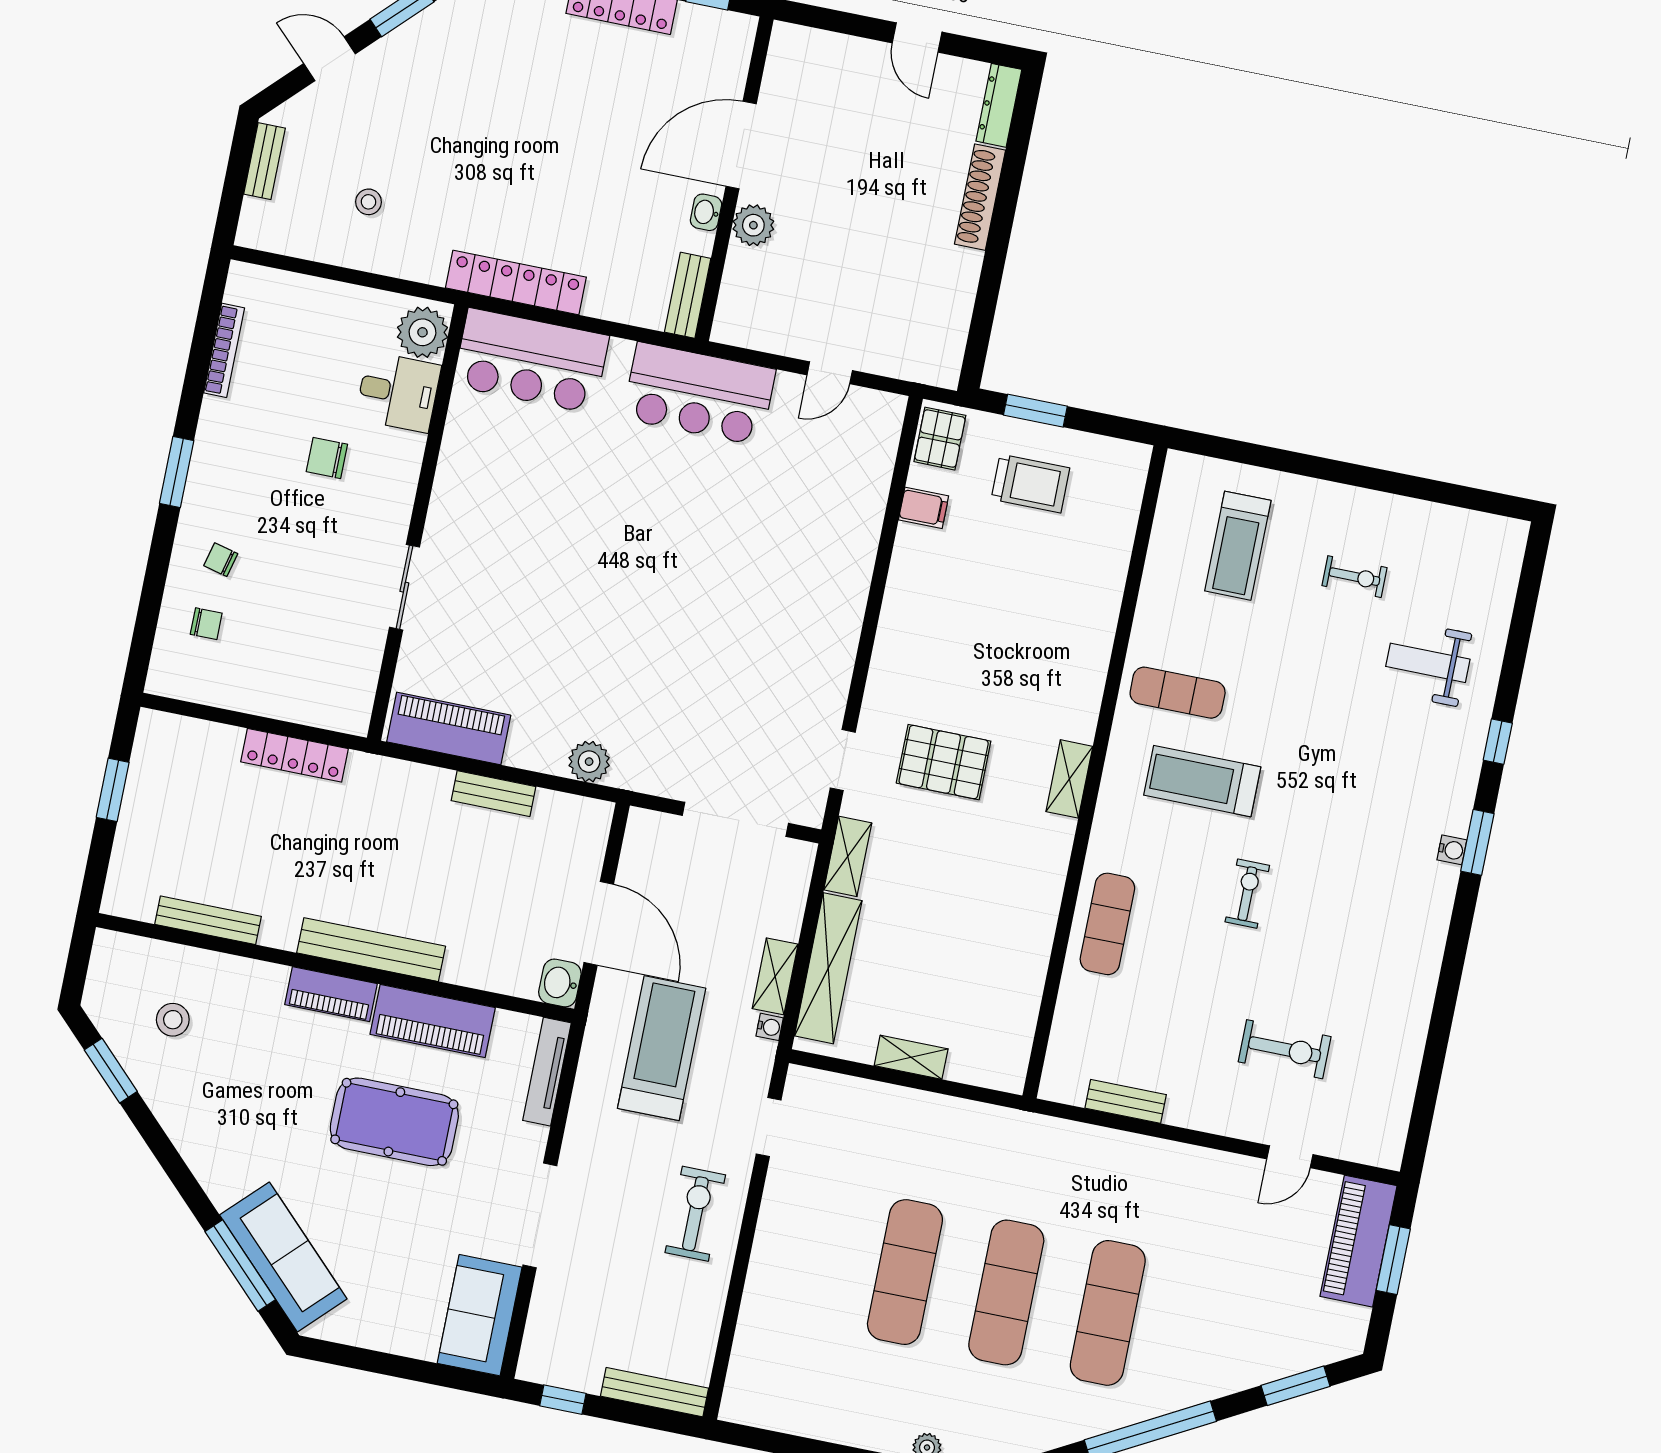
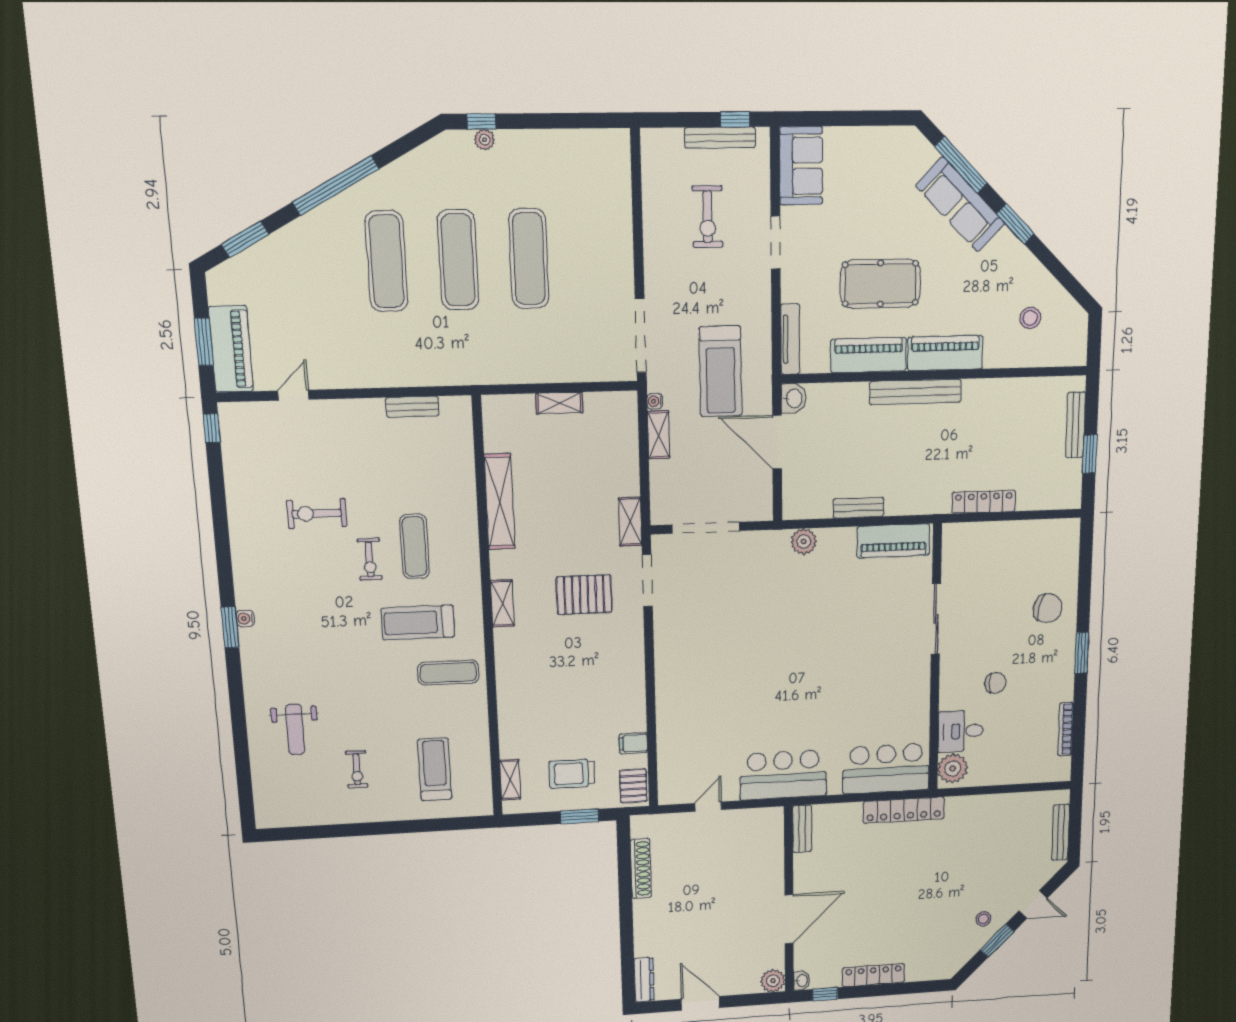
door: (917, 37) -> (700, 1003), width x1.38
bench: (265, 161) -> (1061, 832), width x1.36
shoe rack: (980, 197) -> (641, 869), moved
stool: (368, 202) -> (983, 919), moved
washbasin: (706, 212) -> (802, 981), moved
plant: (753, 225) -> (773, 981), moved
shelving: (1127, 499) -> (510, 780), added
chair: (221, 560) -> (1048, 608), width x1.87, depth x1.87
exercise bike: (1354, 577) -> (357, 769), turned -90
sliding door: (404, 587) -> (936, 619), width x1.37
chair: (206, 624) -> (1050, 568), removed
weight bench: (1428, 663) -> (295, 729), turned 90
window: (1498, 742) -> (212, 428), moved
doorway: (843, 760) -> (647, 581), width x1.38
treadmill: (1202, 781) -> (418, 623), turned 180
bench: (208, 920) -> (1076, 425), moved, turned 90
exercise mat: (1107, 924) -> (415, 546), moved
shelving: (828, 968) -> (500, 502), moved
piano: (331, 994) -> (945, 353), width x1.37, depth x1.33
exercise bike: (1285, 1049) -> (317, 514), moved
window: (111, 1071) -> (1015, 224), moved
doorway: (769, 1127) -> (641, 336), width x1.87
exercise bike: (695, 1214) -> (708, 217), moved
doorway: (540, 1215) -> (776, 243), width x0.73
sofa: (283, 1257) -> (960, 204), moved
bench: (654, 1392) -> (720, 138), moved

